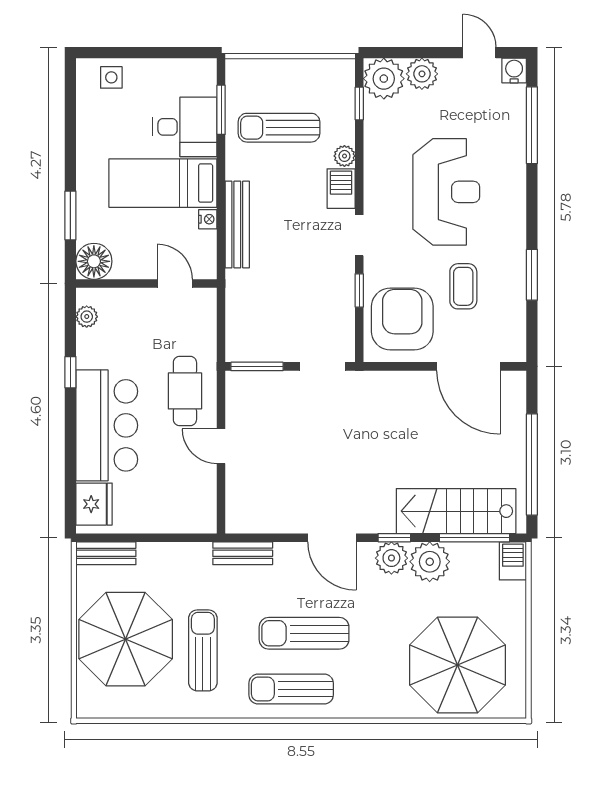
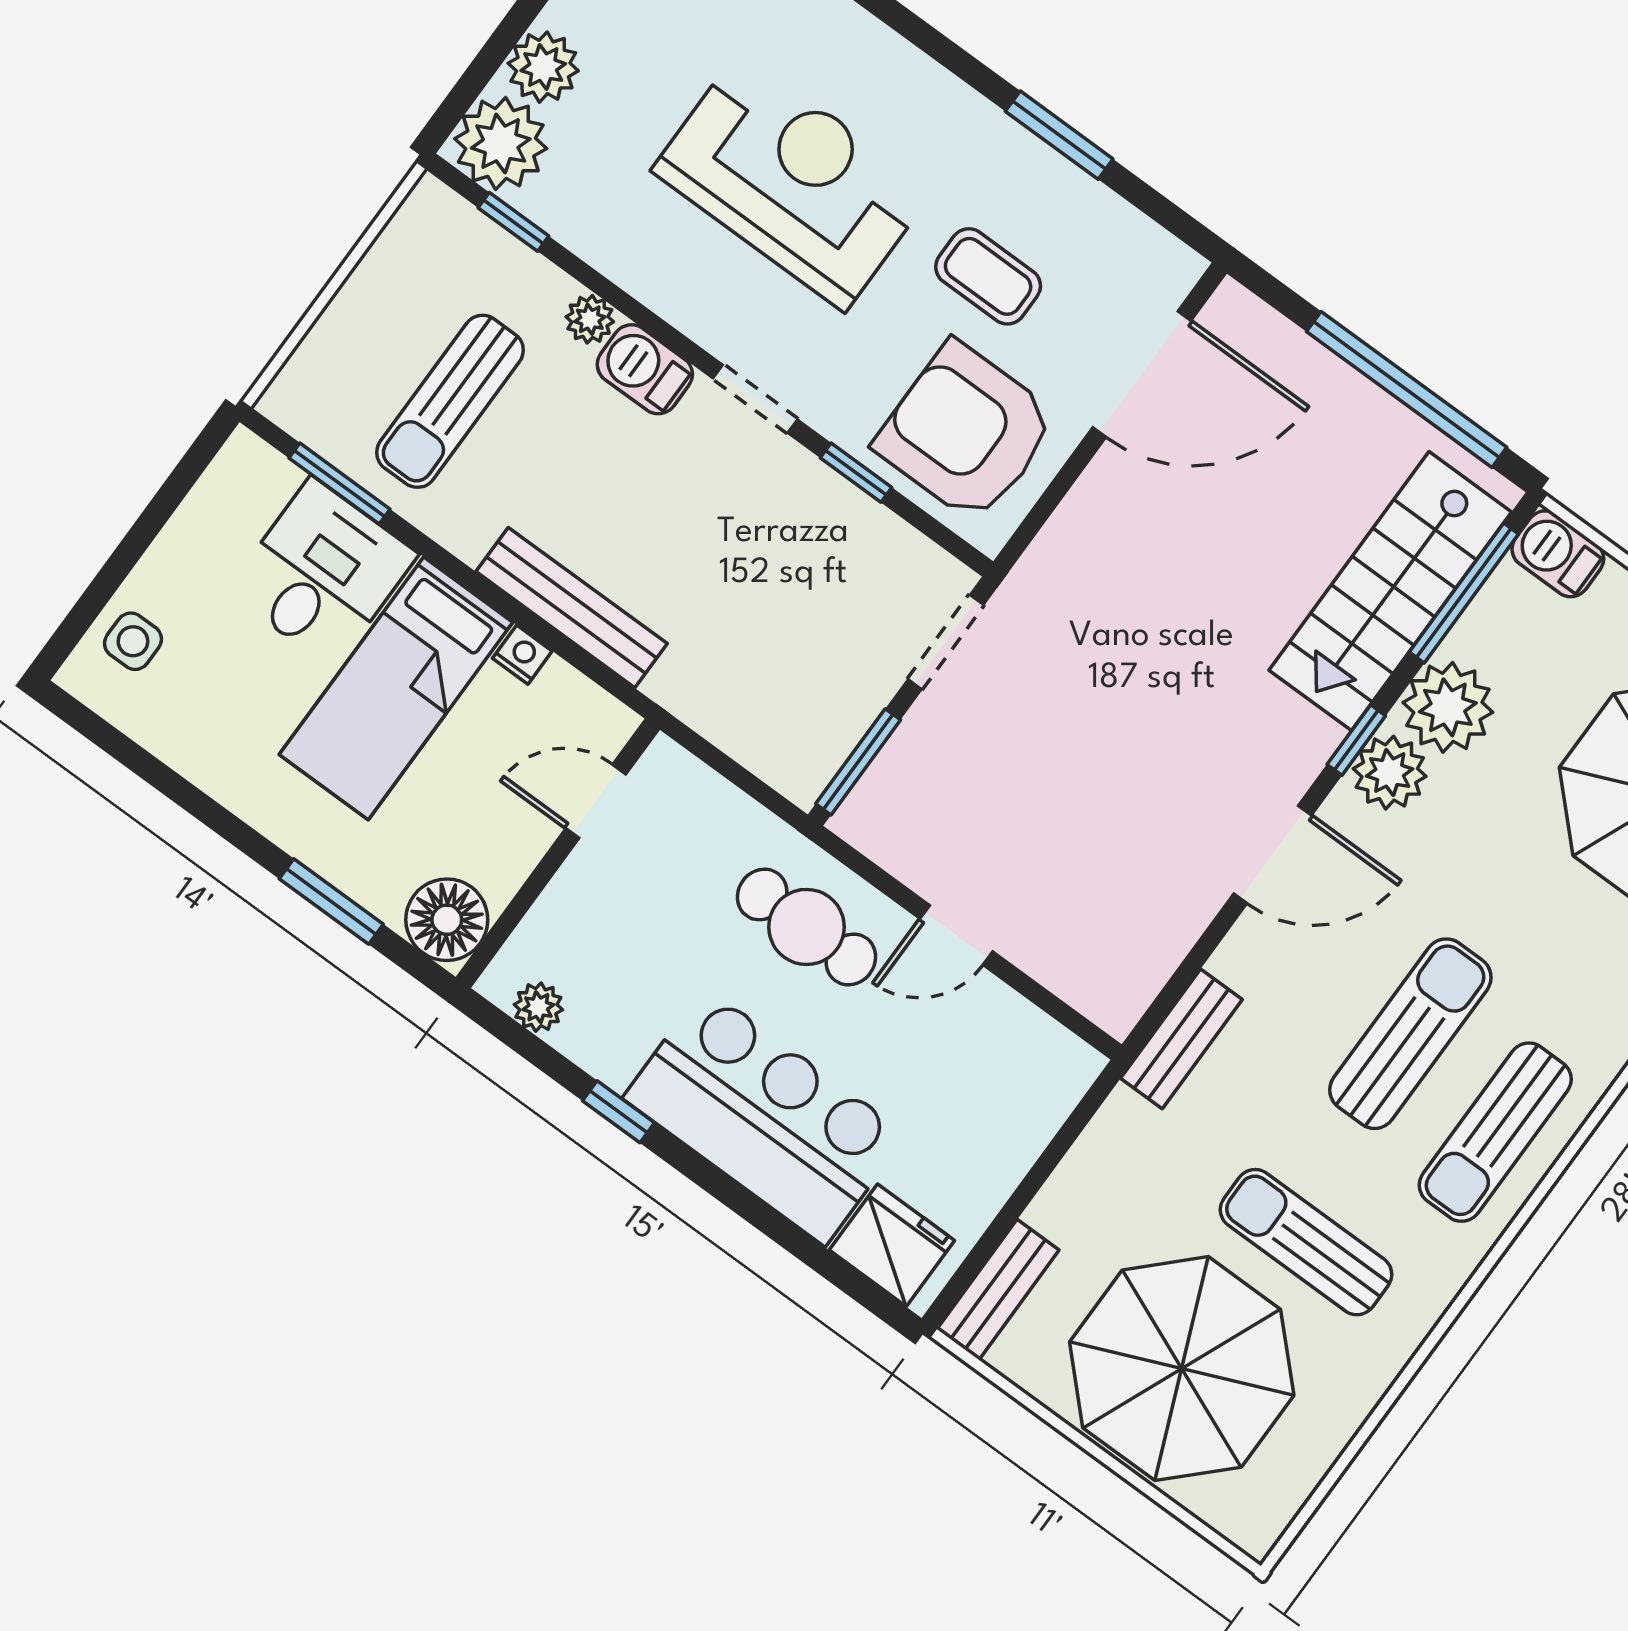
sun lounger: (304, 633) -> (1410, 1034), turned 180

